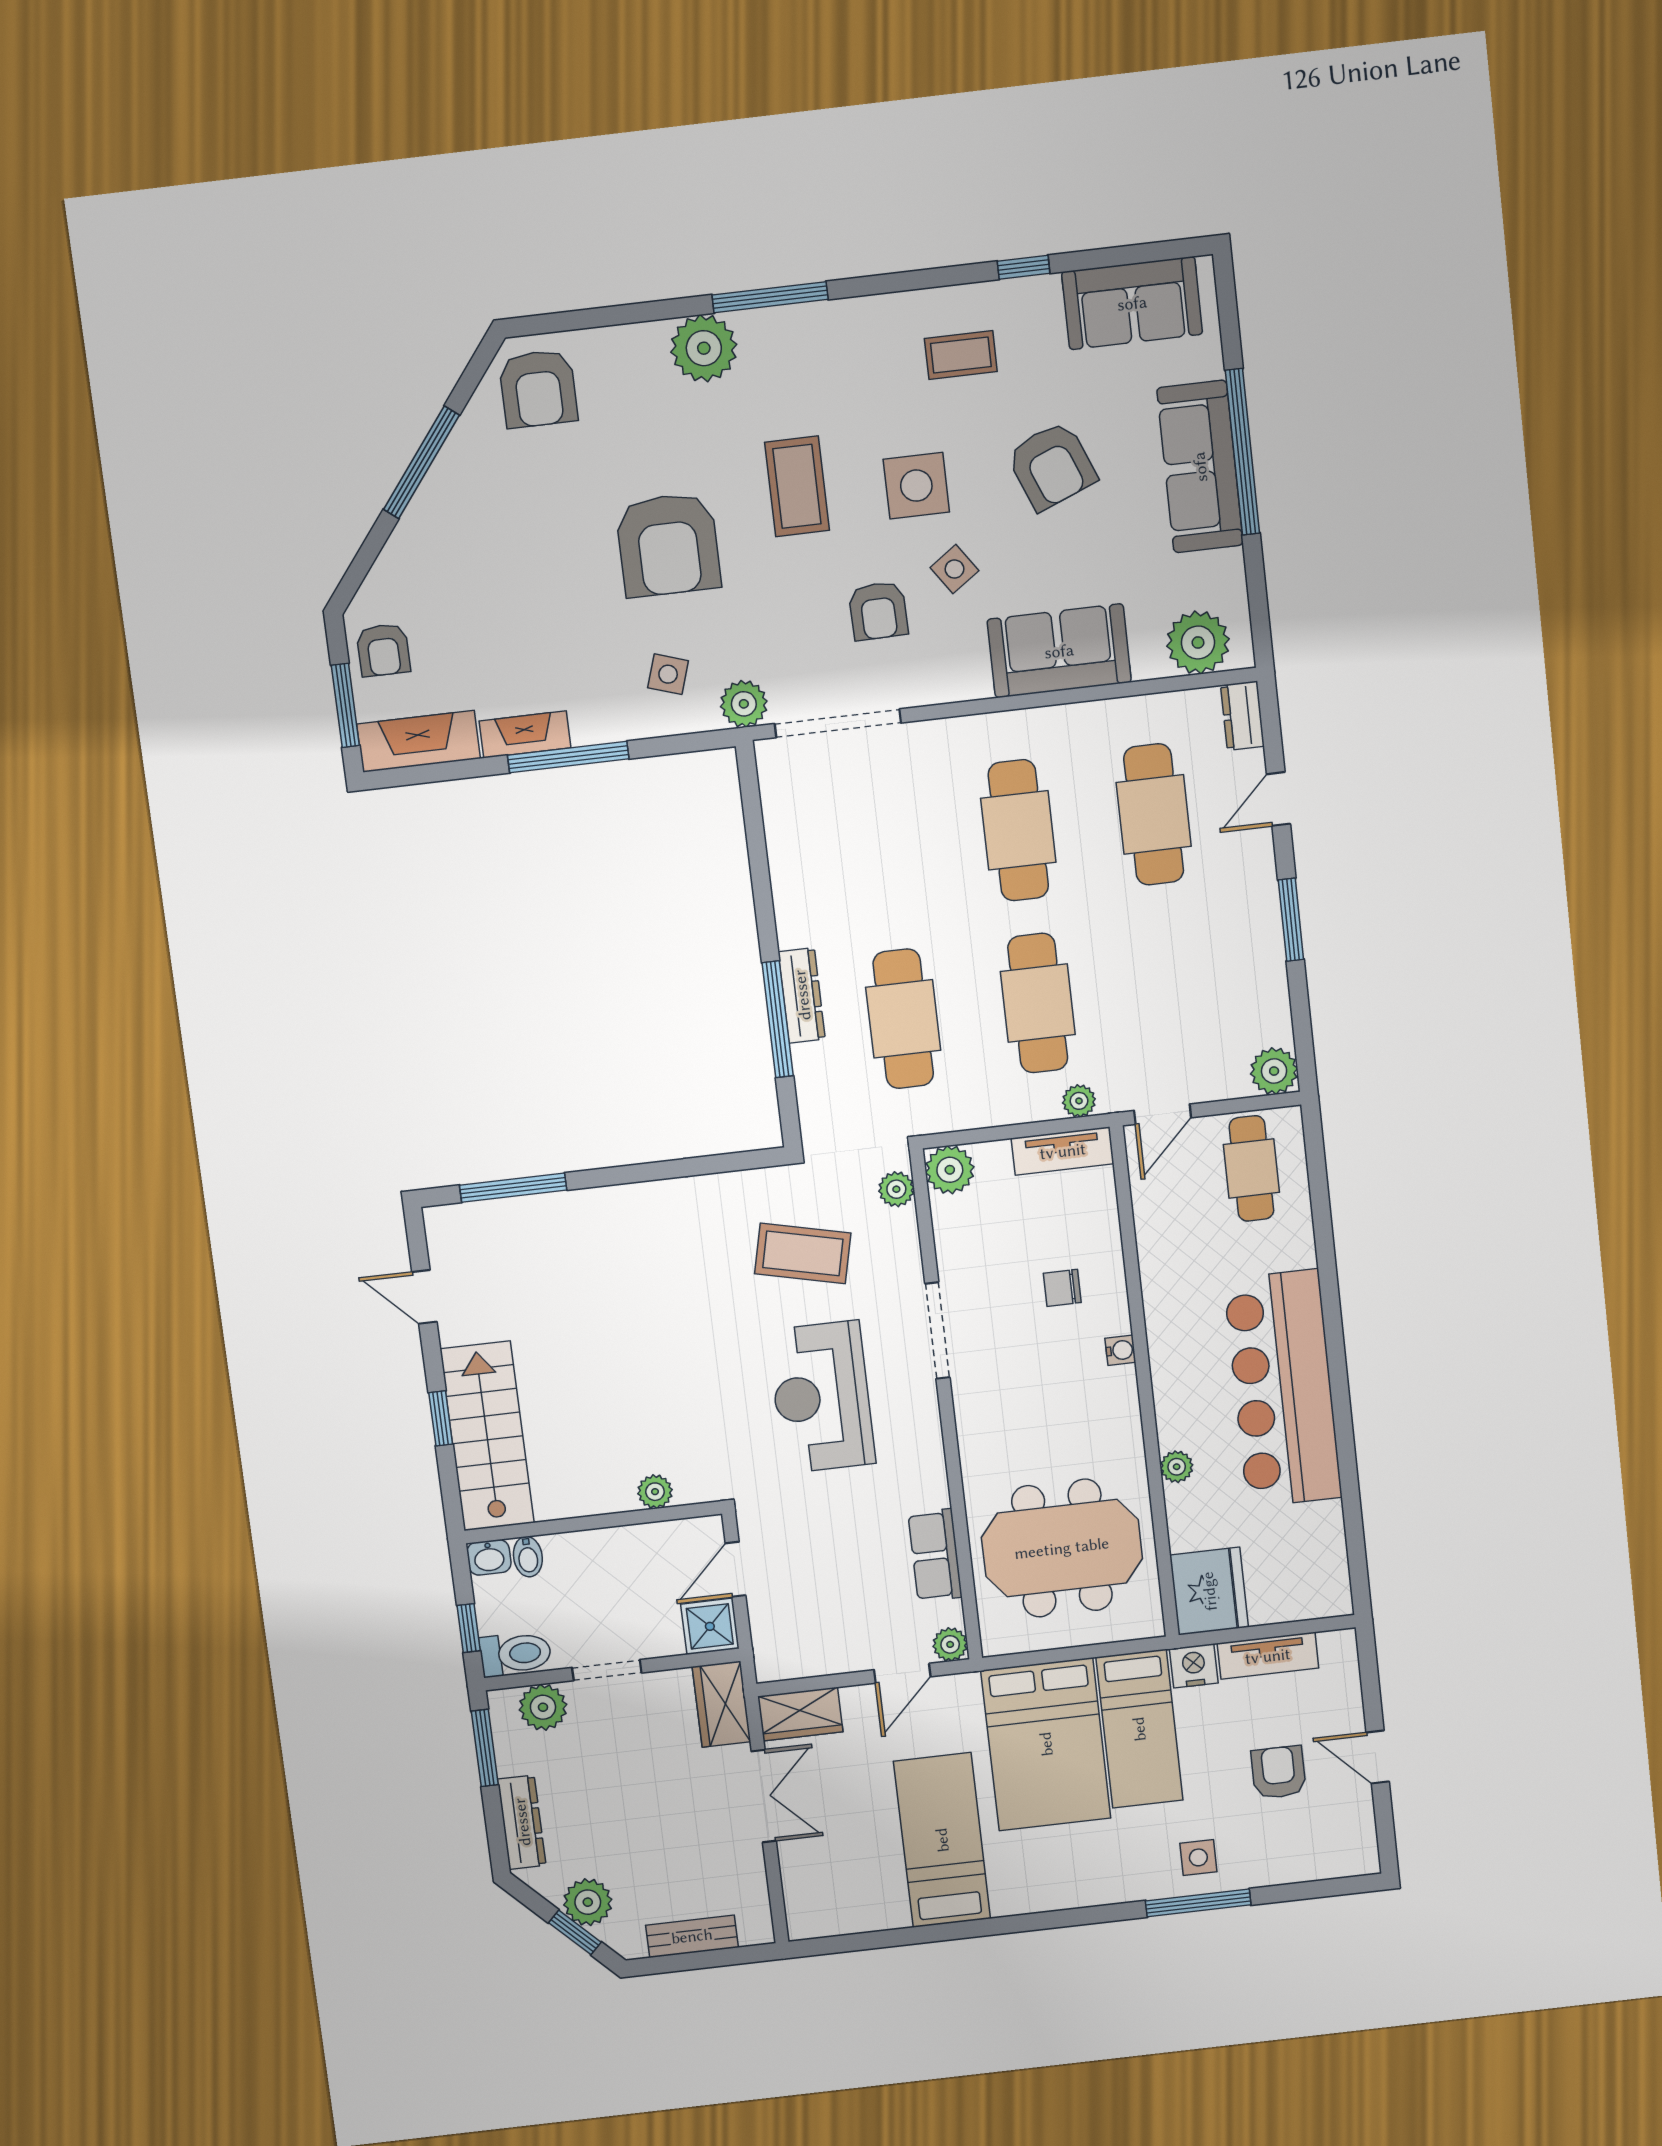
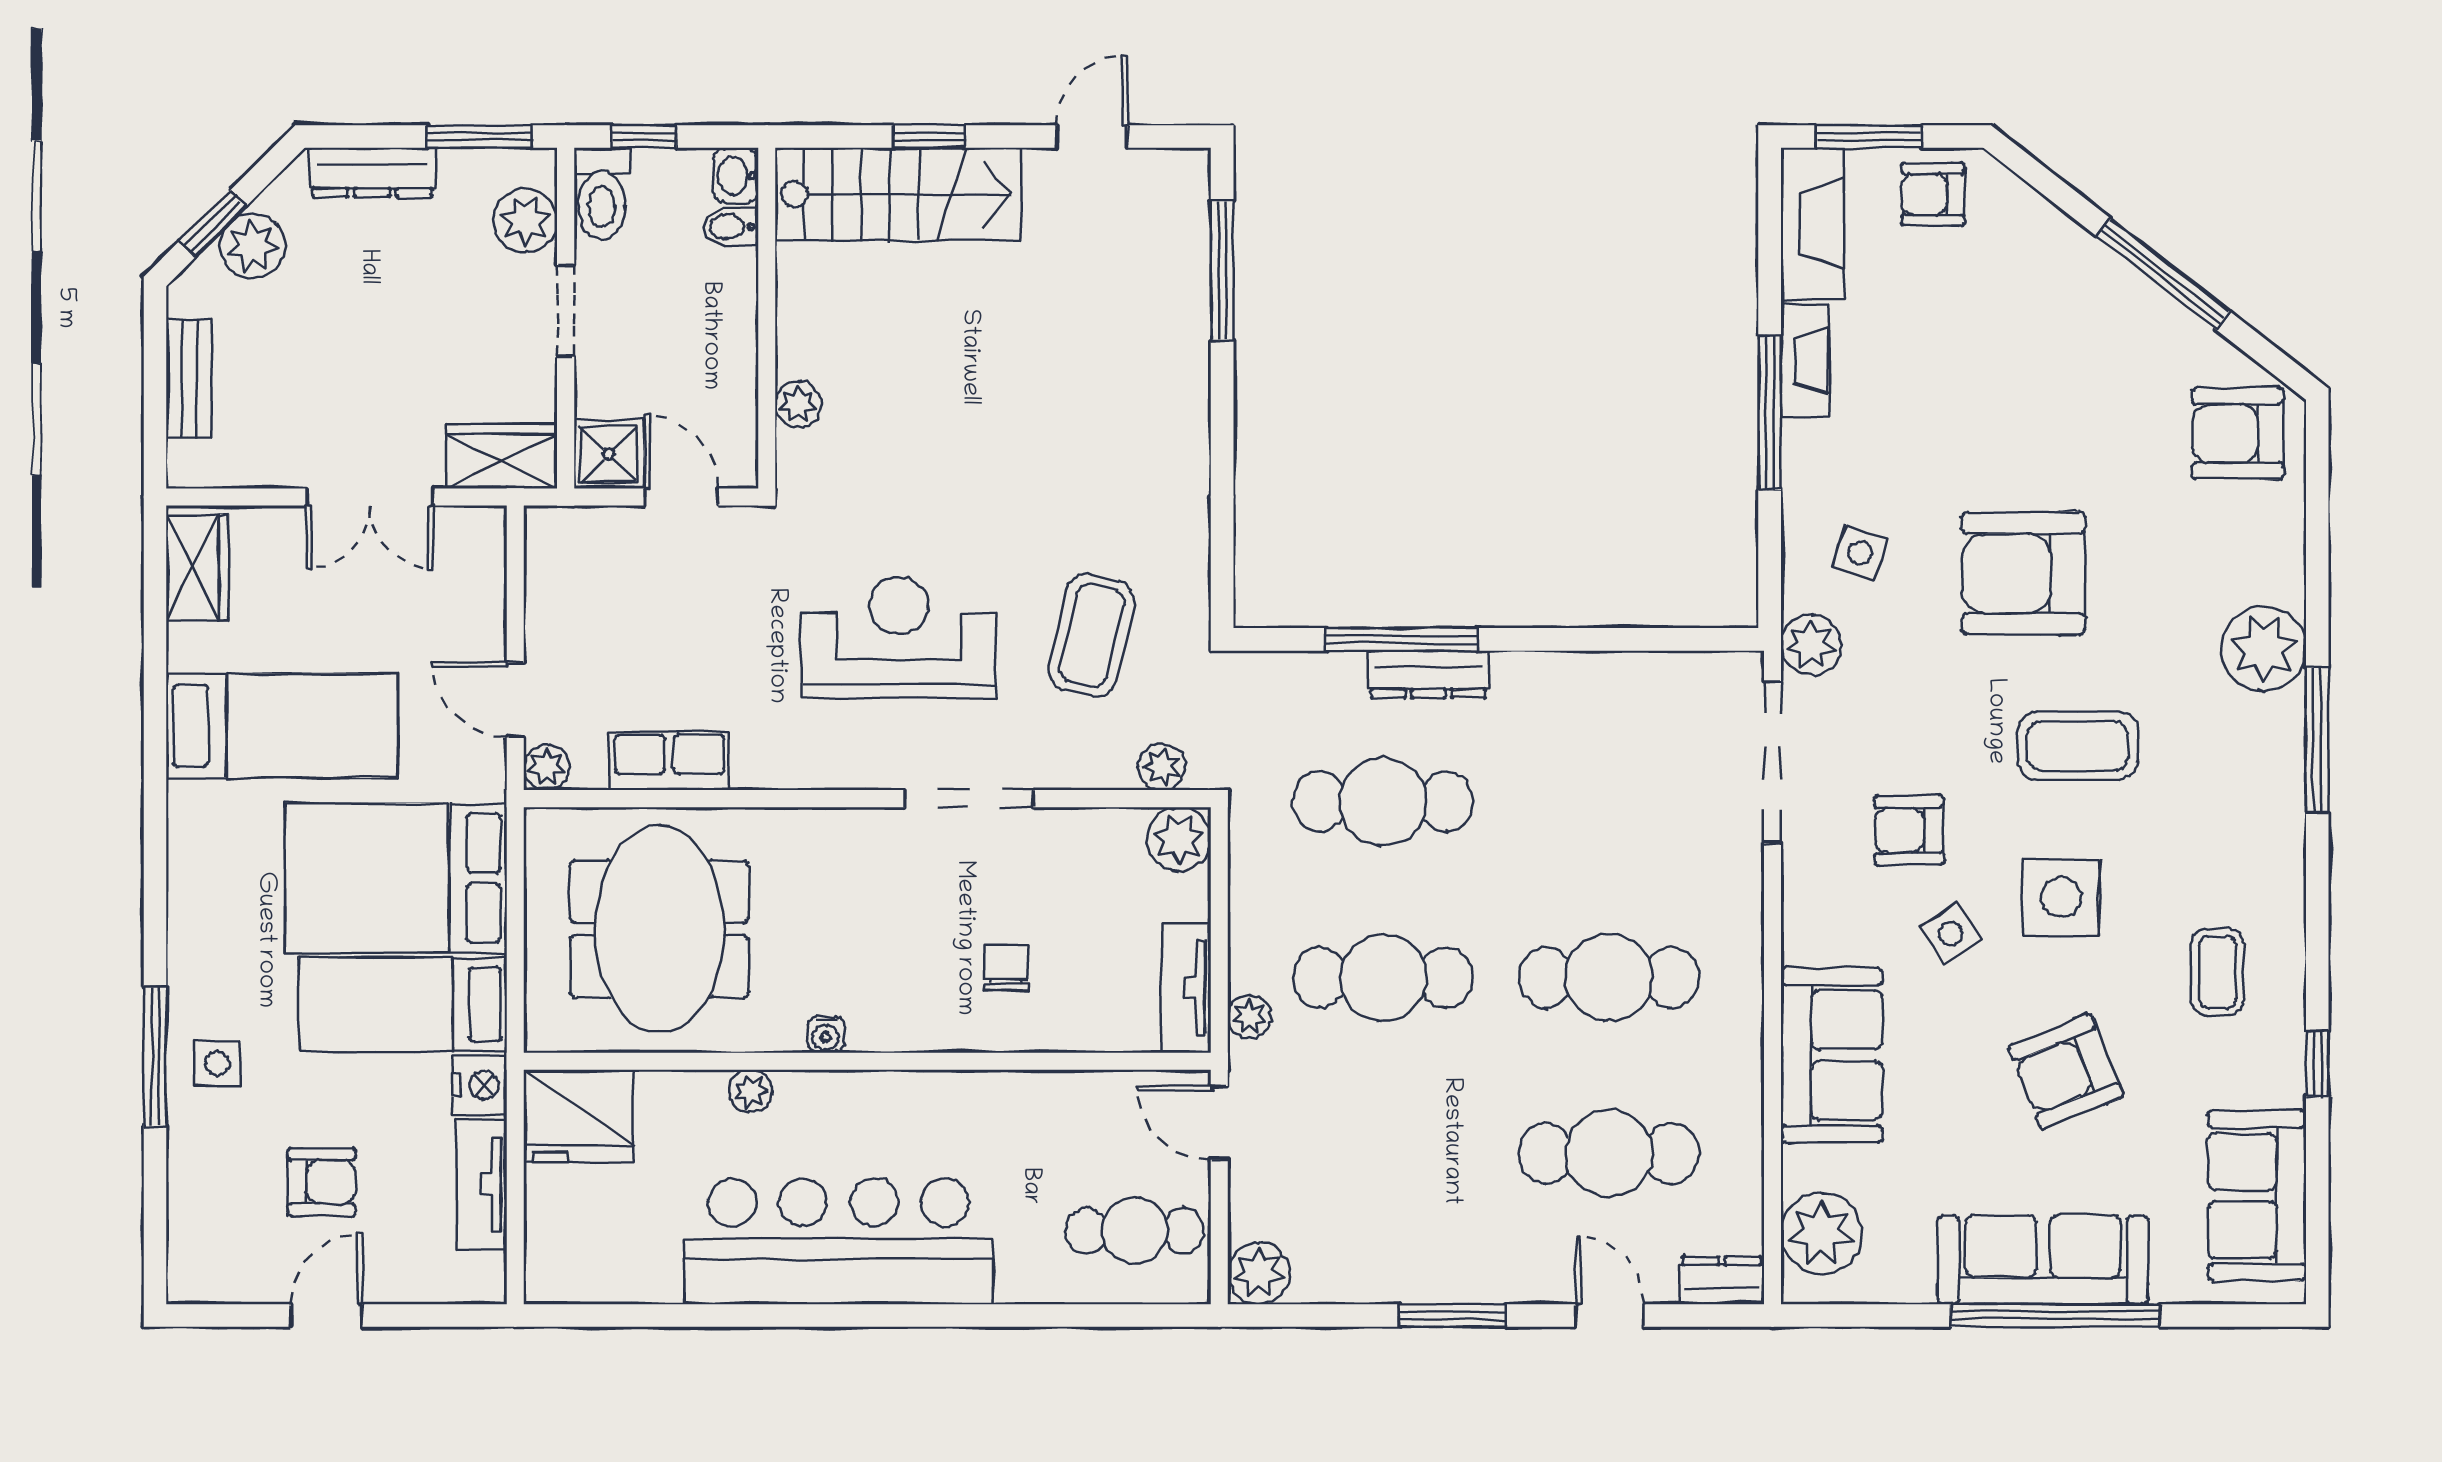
water cooler: (1120, 1350) -> (826, 1034), moved
wardrobe: (800, 1714) -> (197, 568), moved, turned 180

